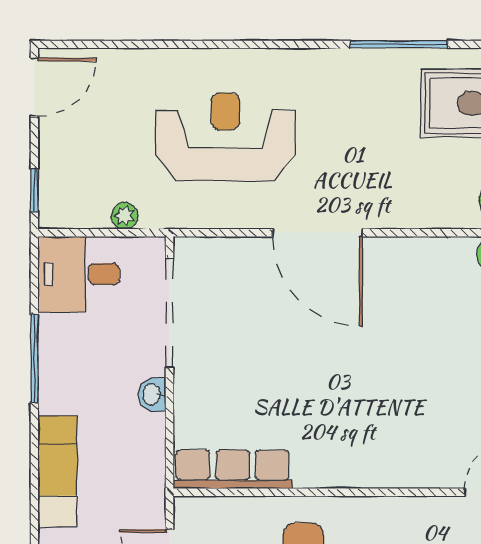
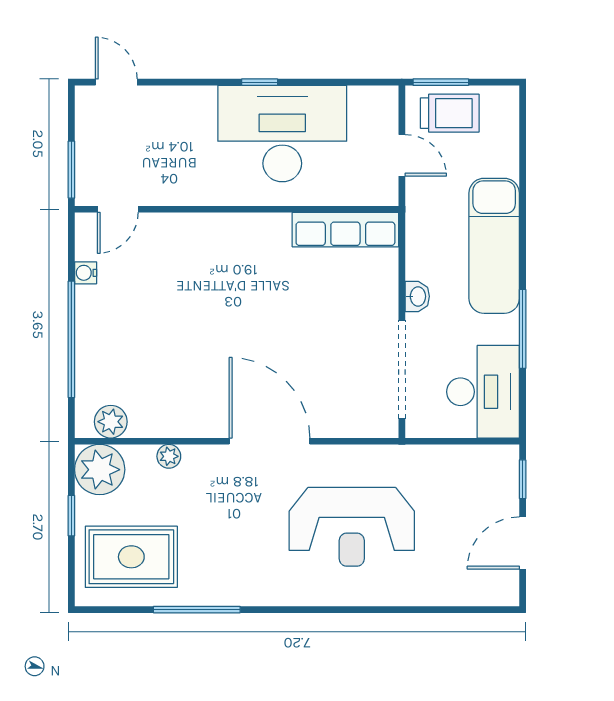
door: (34, 87) -> (523, 543), moved
plant: (125, 216) -> (169, 456), moved
desk: (79, 274) -> (483, 392), width x1.37
exam couch: (57, 471) -> (494, 246), width x1.36, depth x1.45

